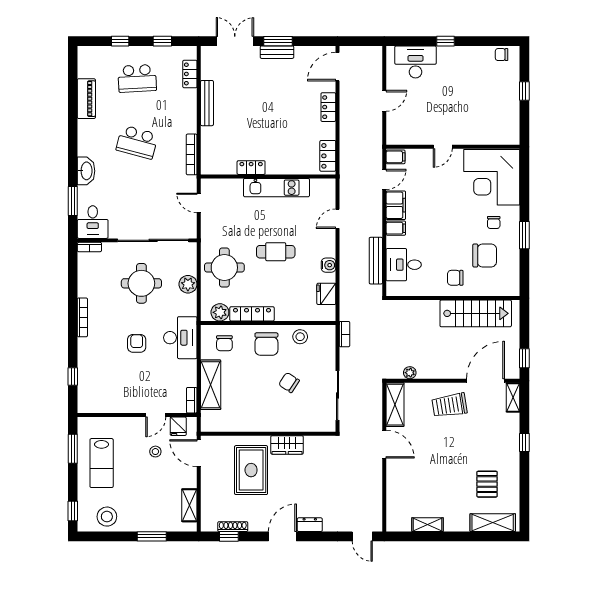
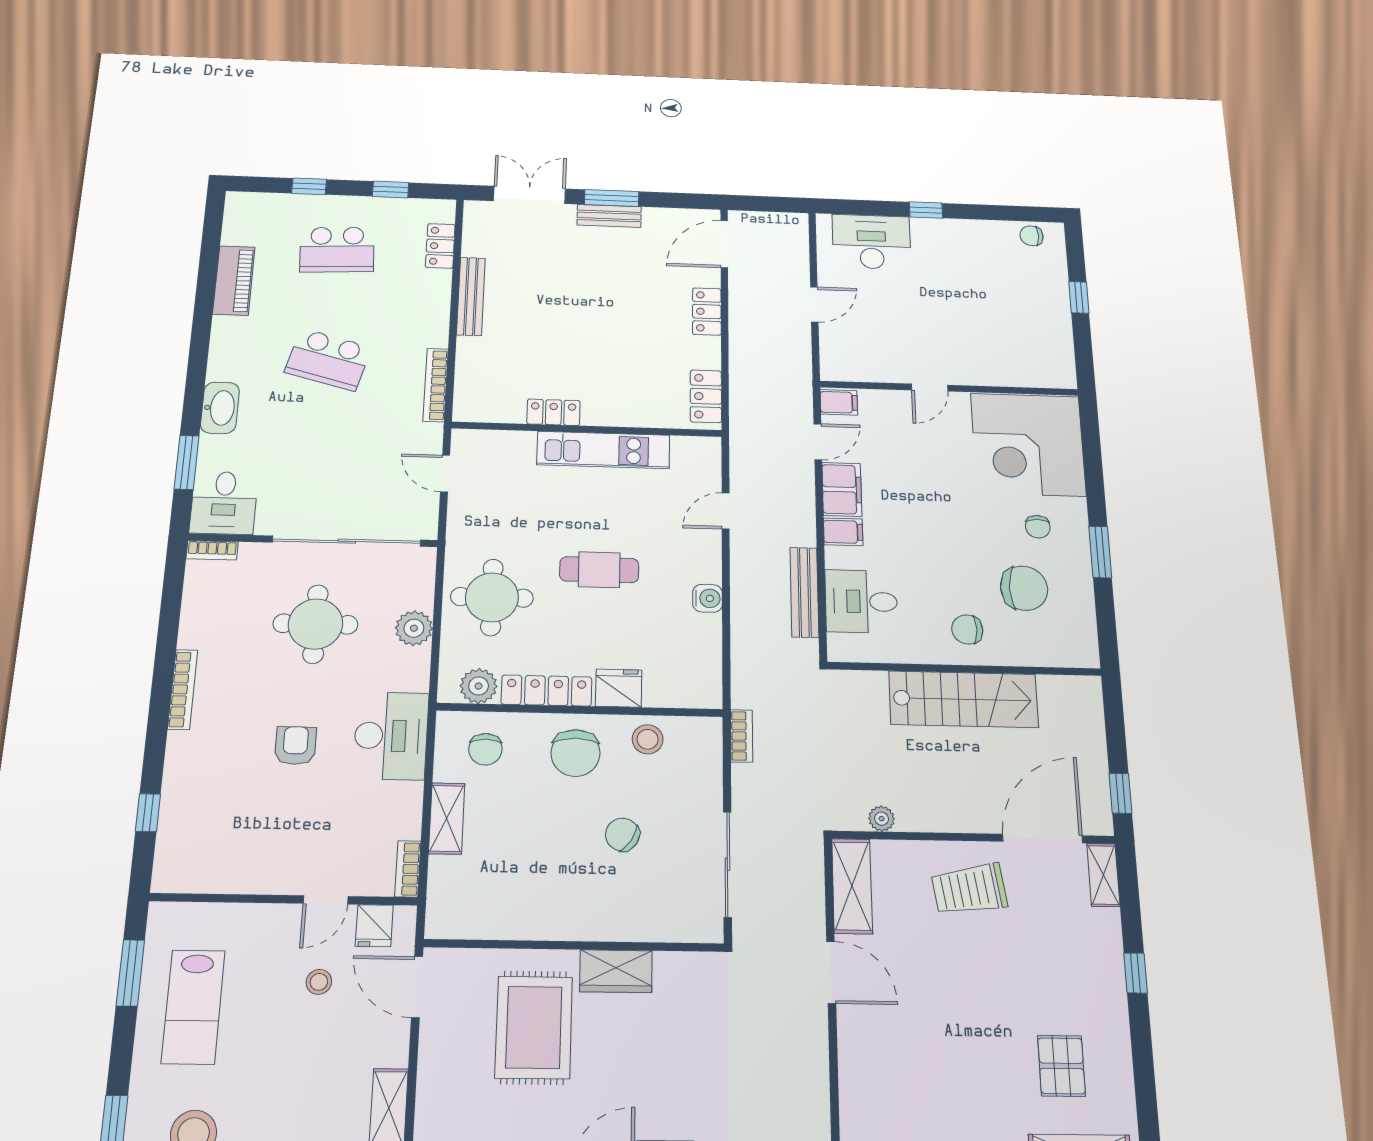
fridge: (326, 294) -> (619, 688), moved, turned 90
stairs: (476, 313) -> (963, 699), moved
shelving: (211, 385) -> (447, 818), width x0.67, depth x0.75

